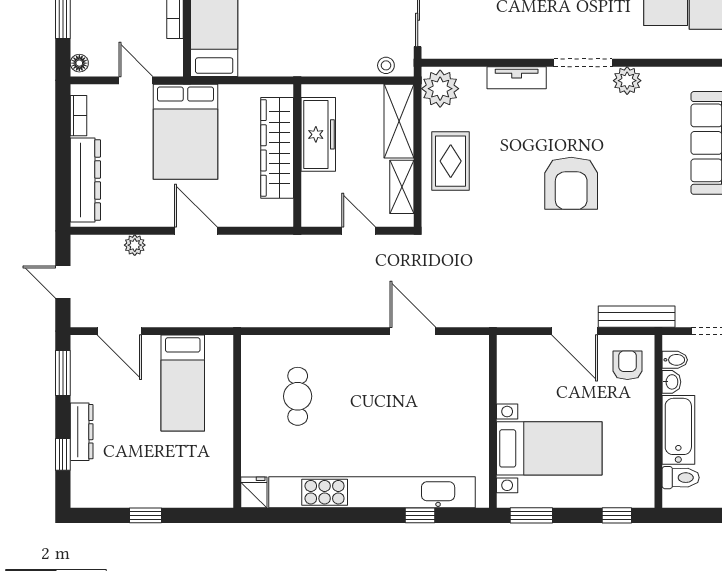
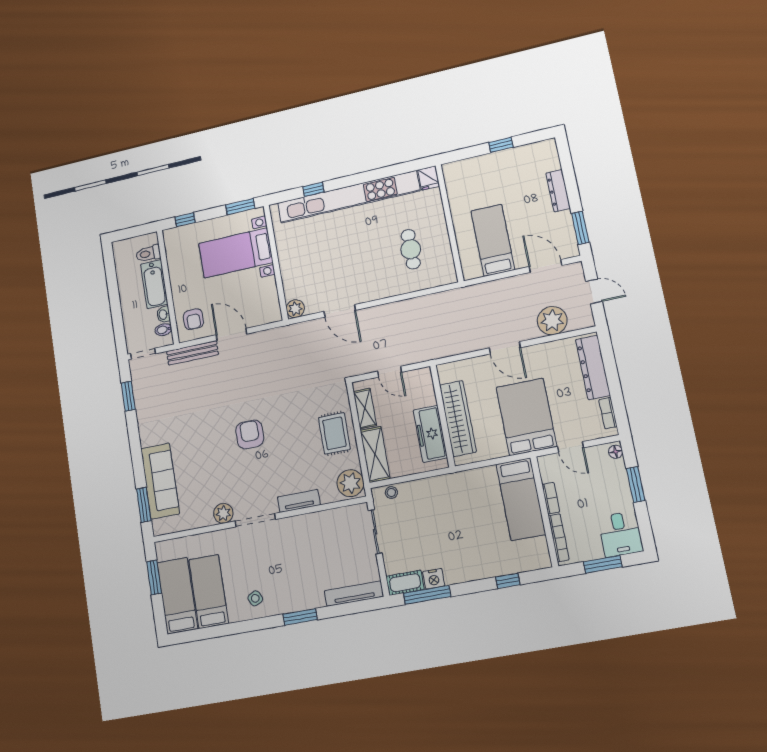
armchair: (571, 183) -> (250, 434), width x0.73, depth x0.73
plant: (135, 245) -> (552, 321), width x1.87, depth x1.87
plant: (476, 348) -> (295, 309), added
window: (63, 454) -> (568, 172), removed

